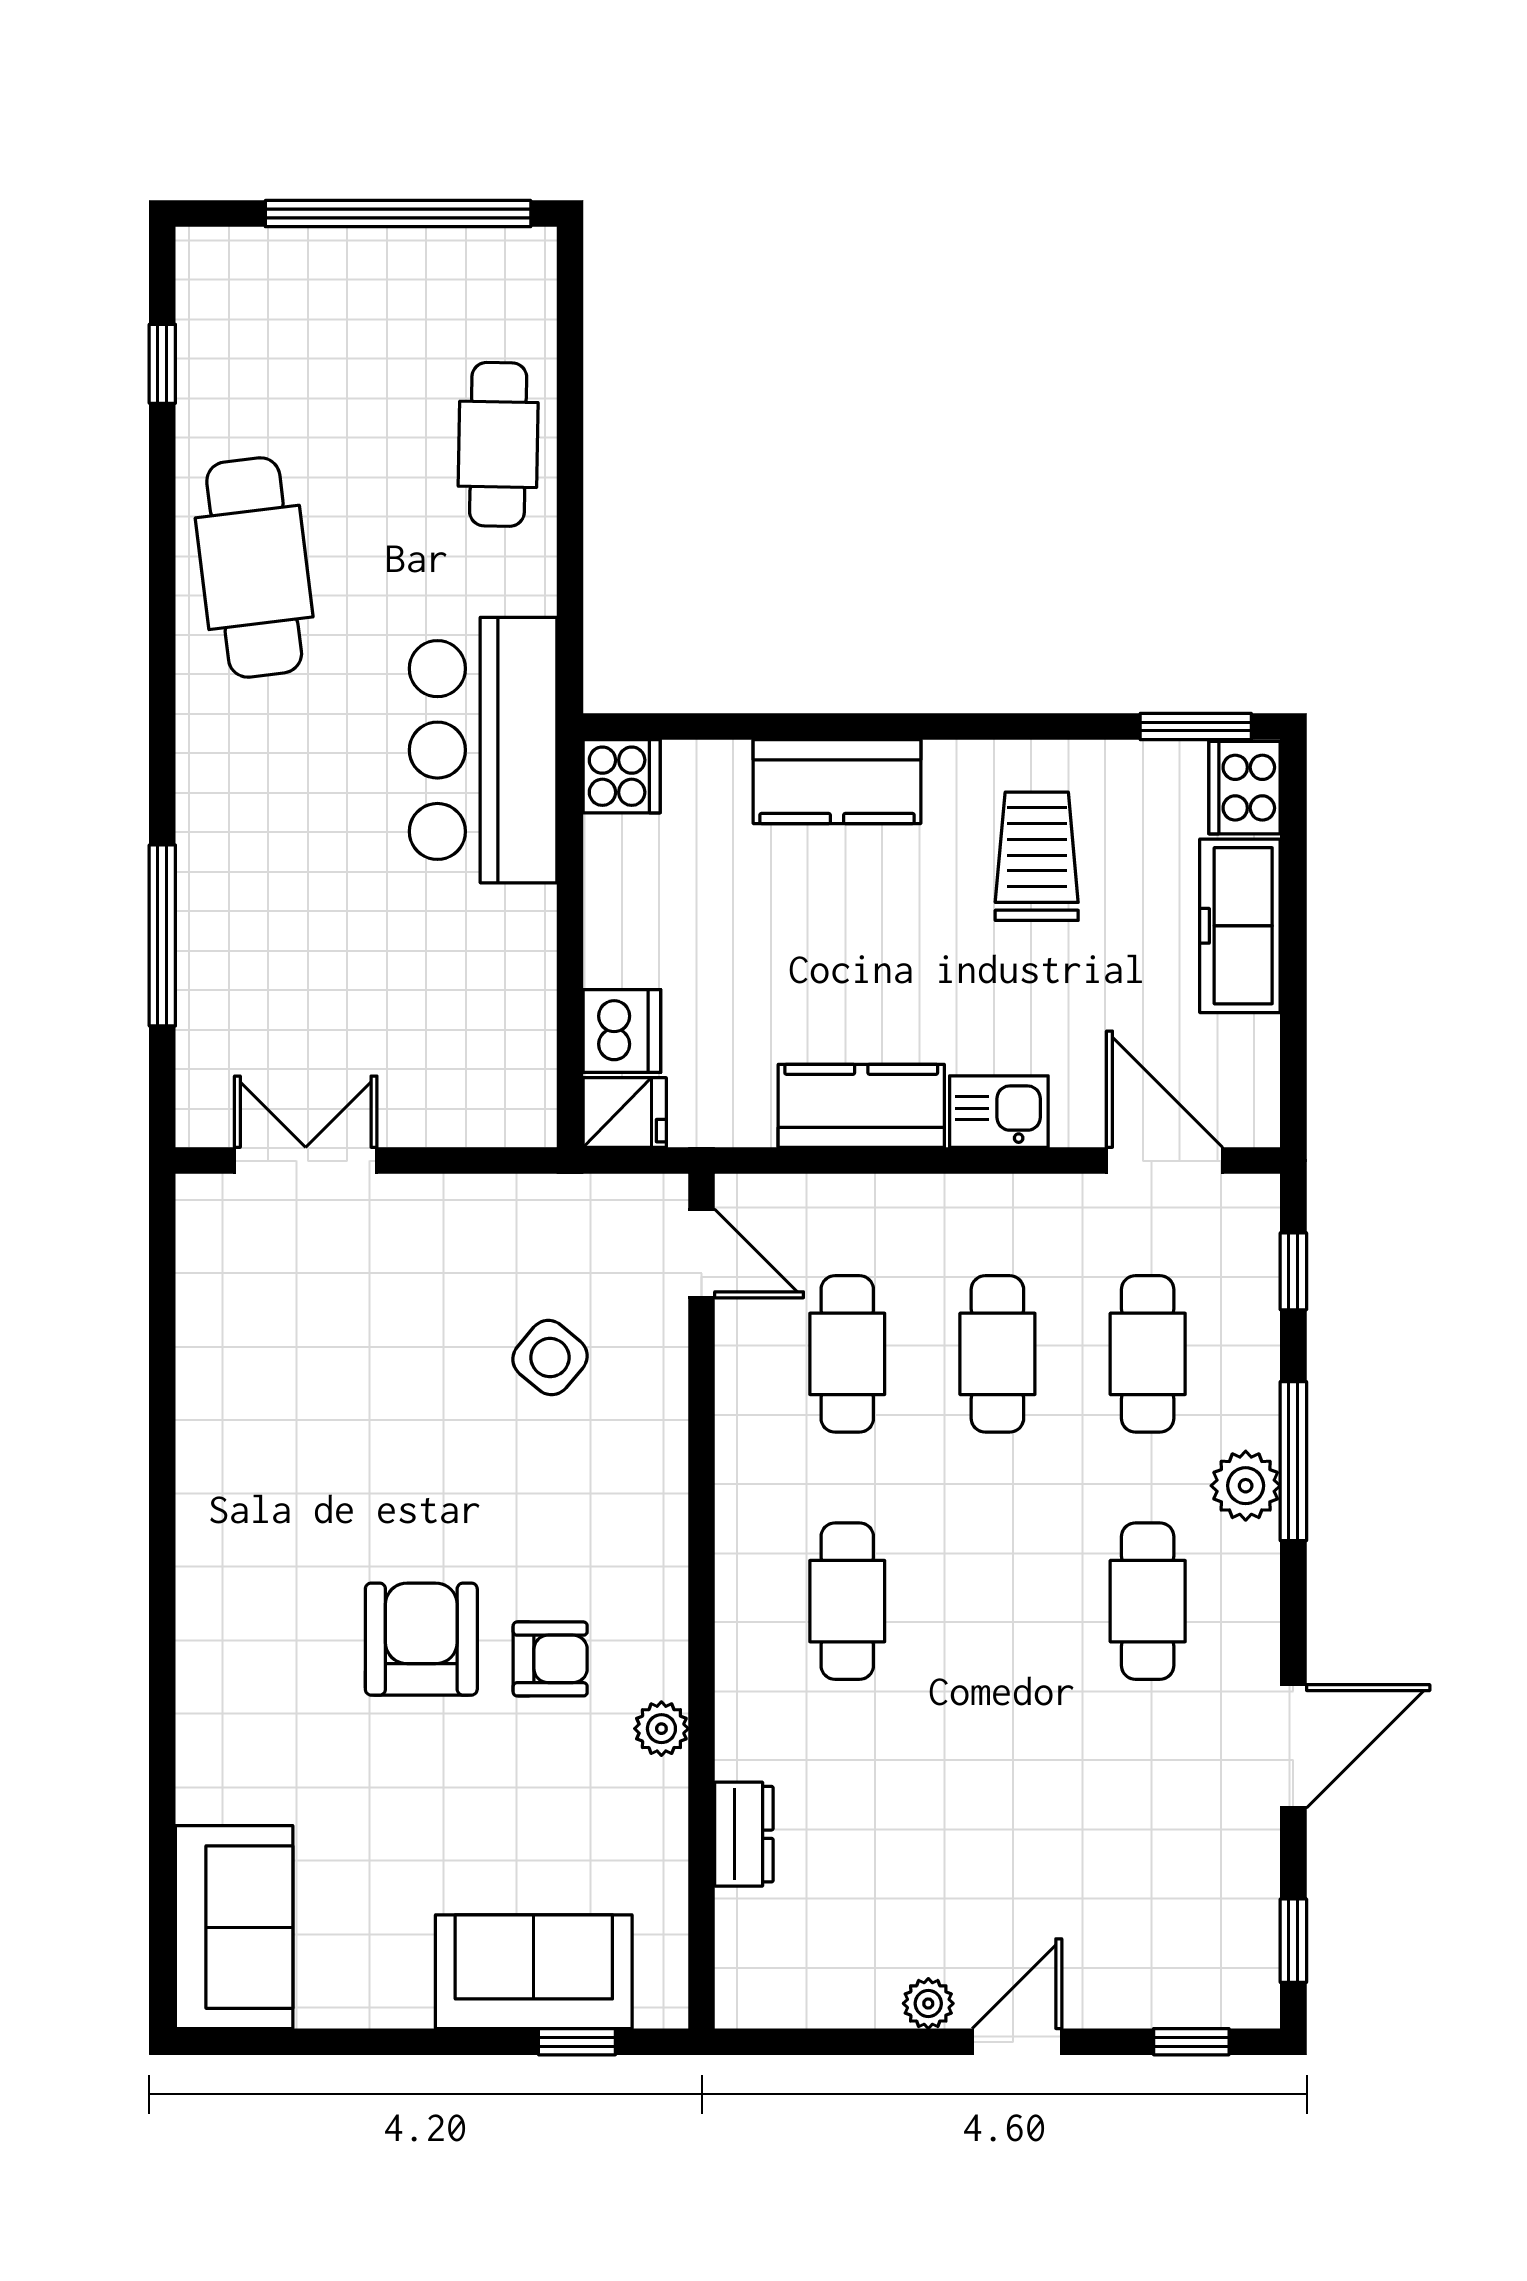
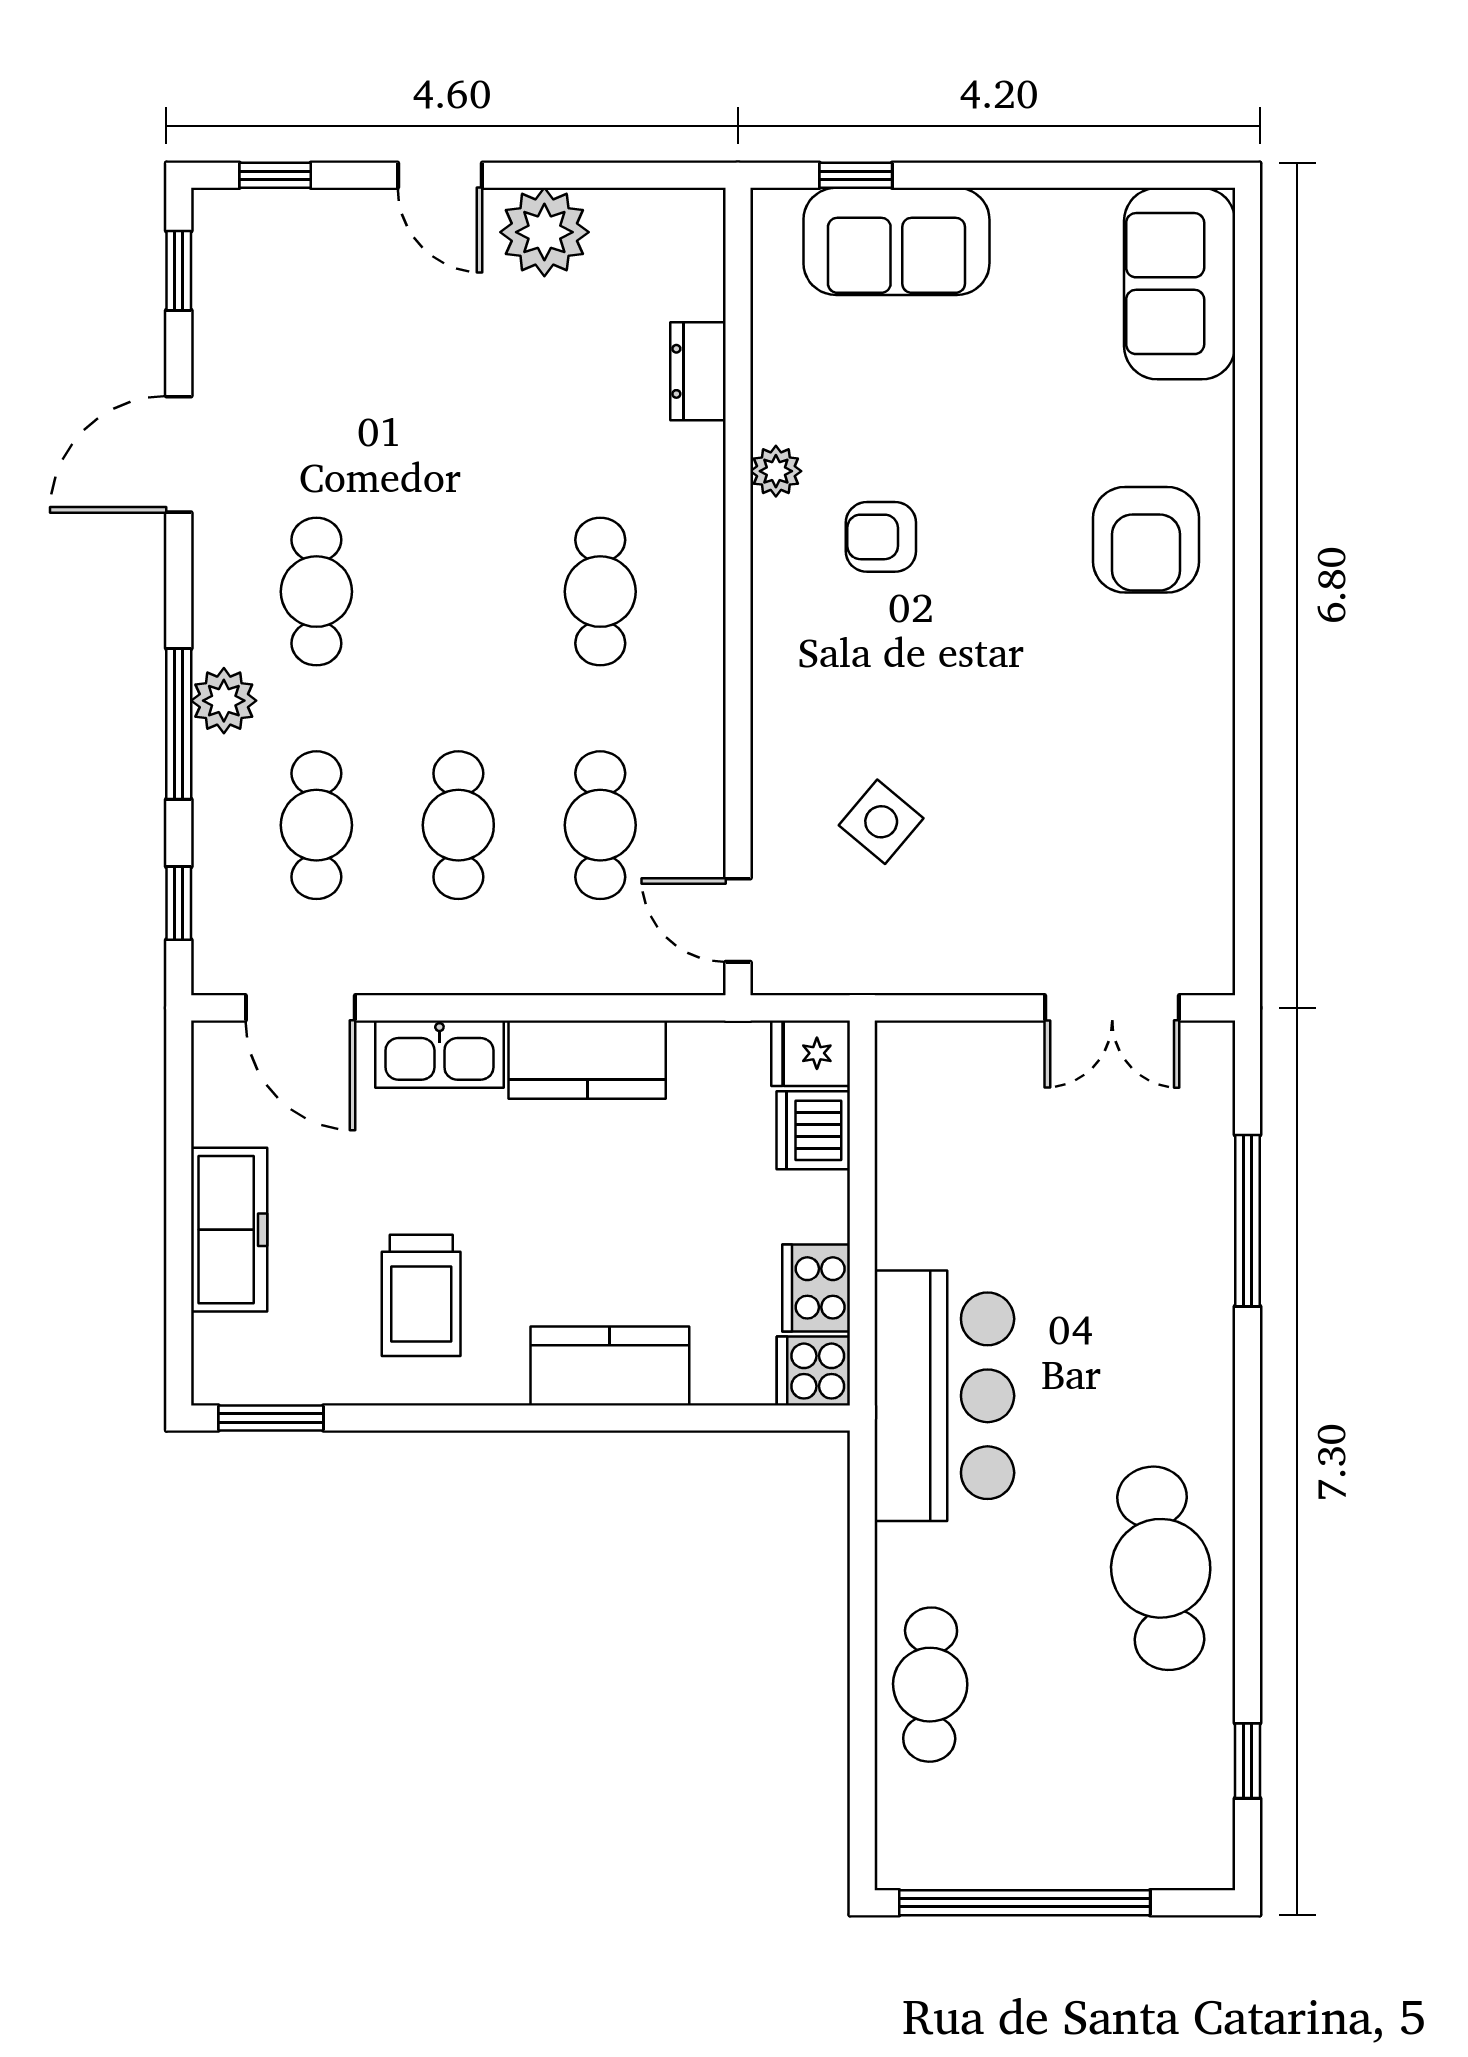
cooker: (1245, 788) -> (816, 1288), moved, turned 180
kitchen sink: (999, 1112) -> (439, 1054), width x1.38
armchair: (421, 1639) -> (1146, 540), moved
plant: (928, 2003) -> (544, 232), width x1.88, depth x1.88
door: (1017, 2042) -> (440, 175), hinge flipped

